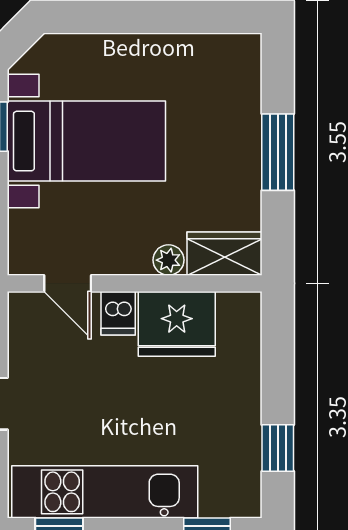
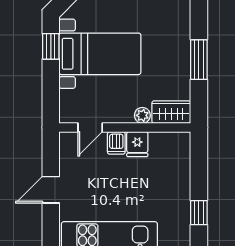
door: (68, 283) -> (90, 127), hinge flipped
fridge: (177, 324) -> (137, 144), width x0.53, depth x0.75

